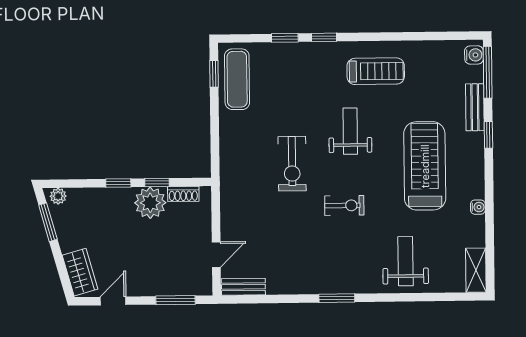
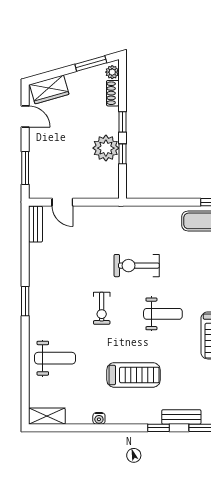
treadmill: (425, 166) -> (133, 375), width x0.73, depth x0.73
shoe rack: (183, 194) -> (113, 93), moved

